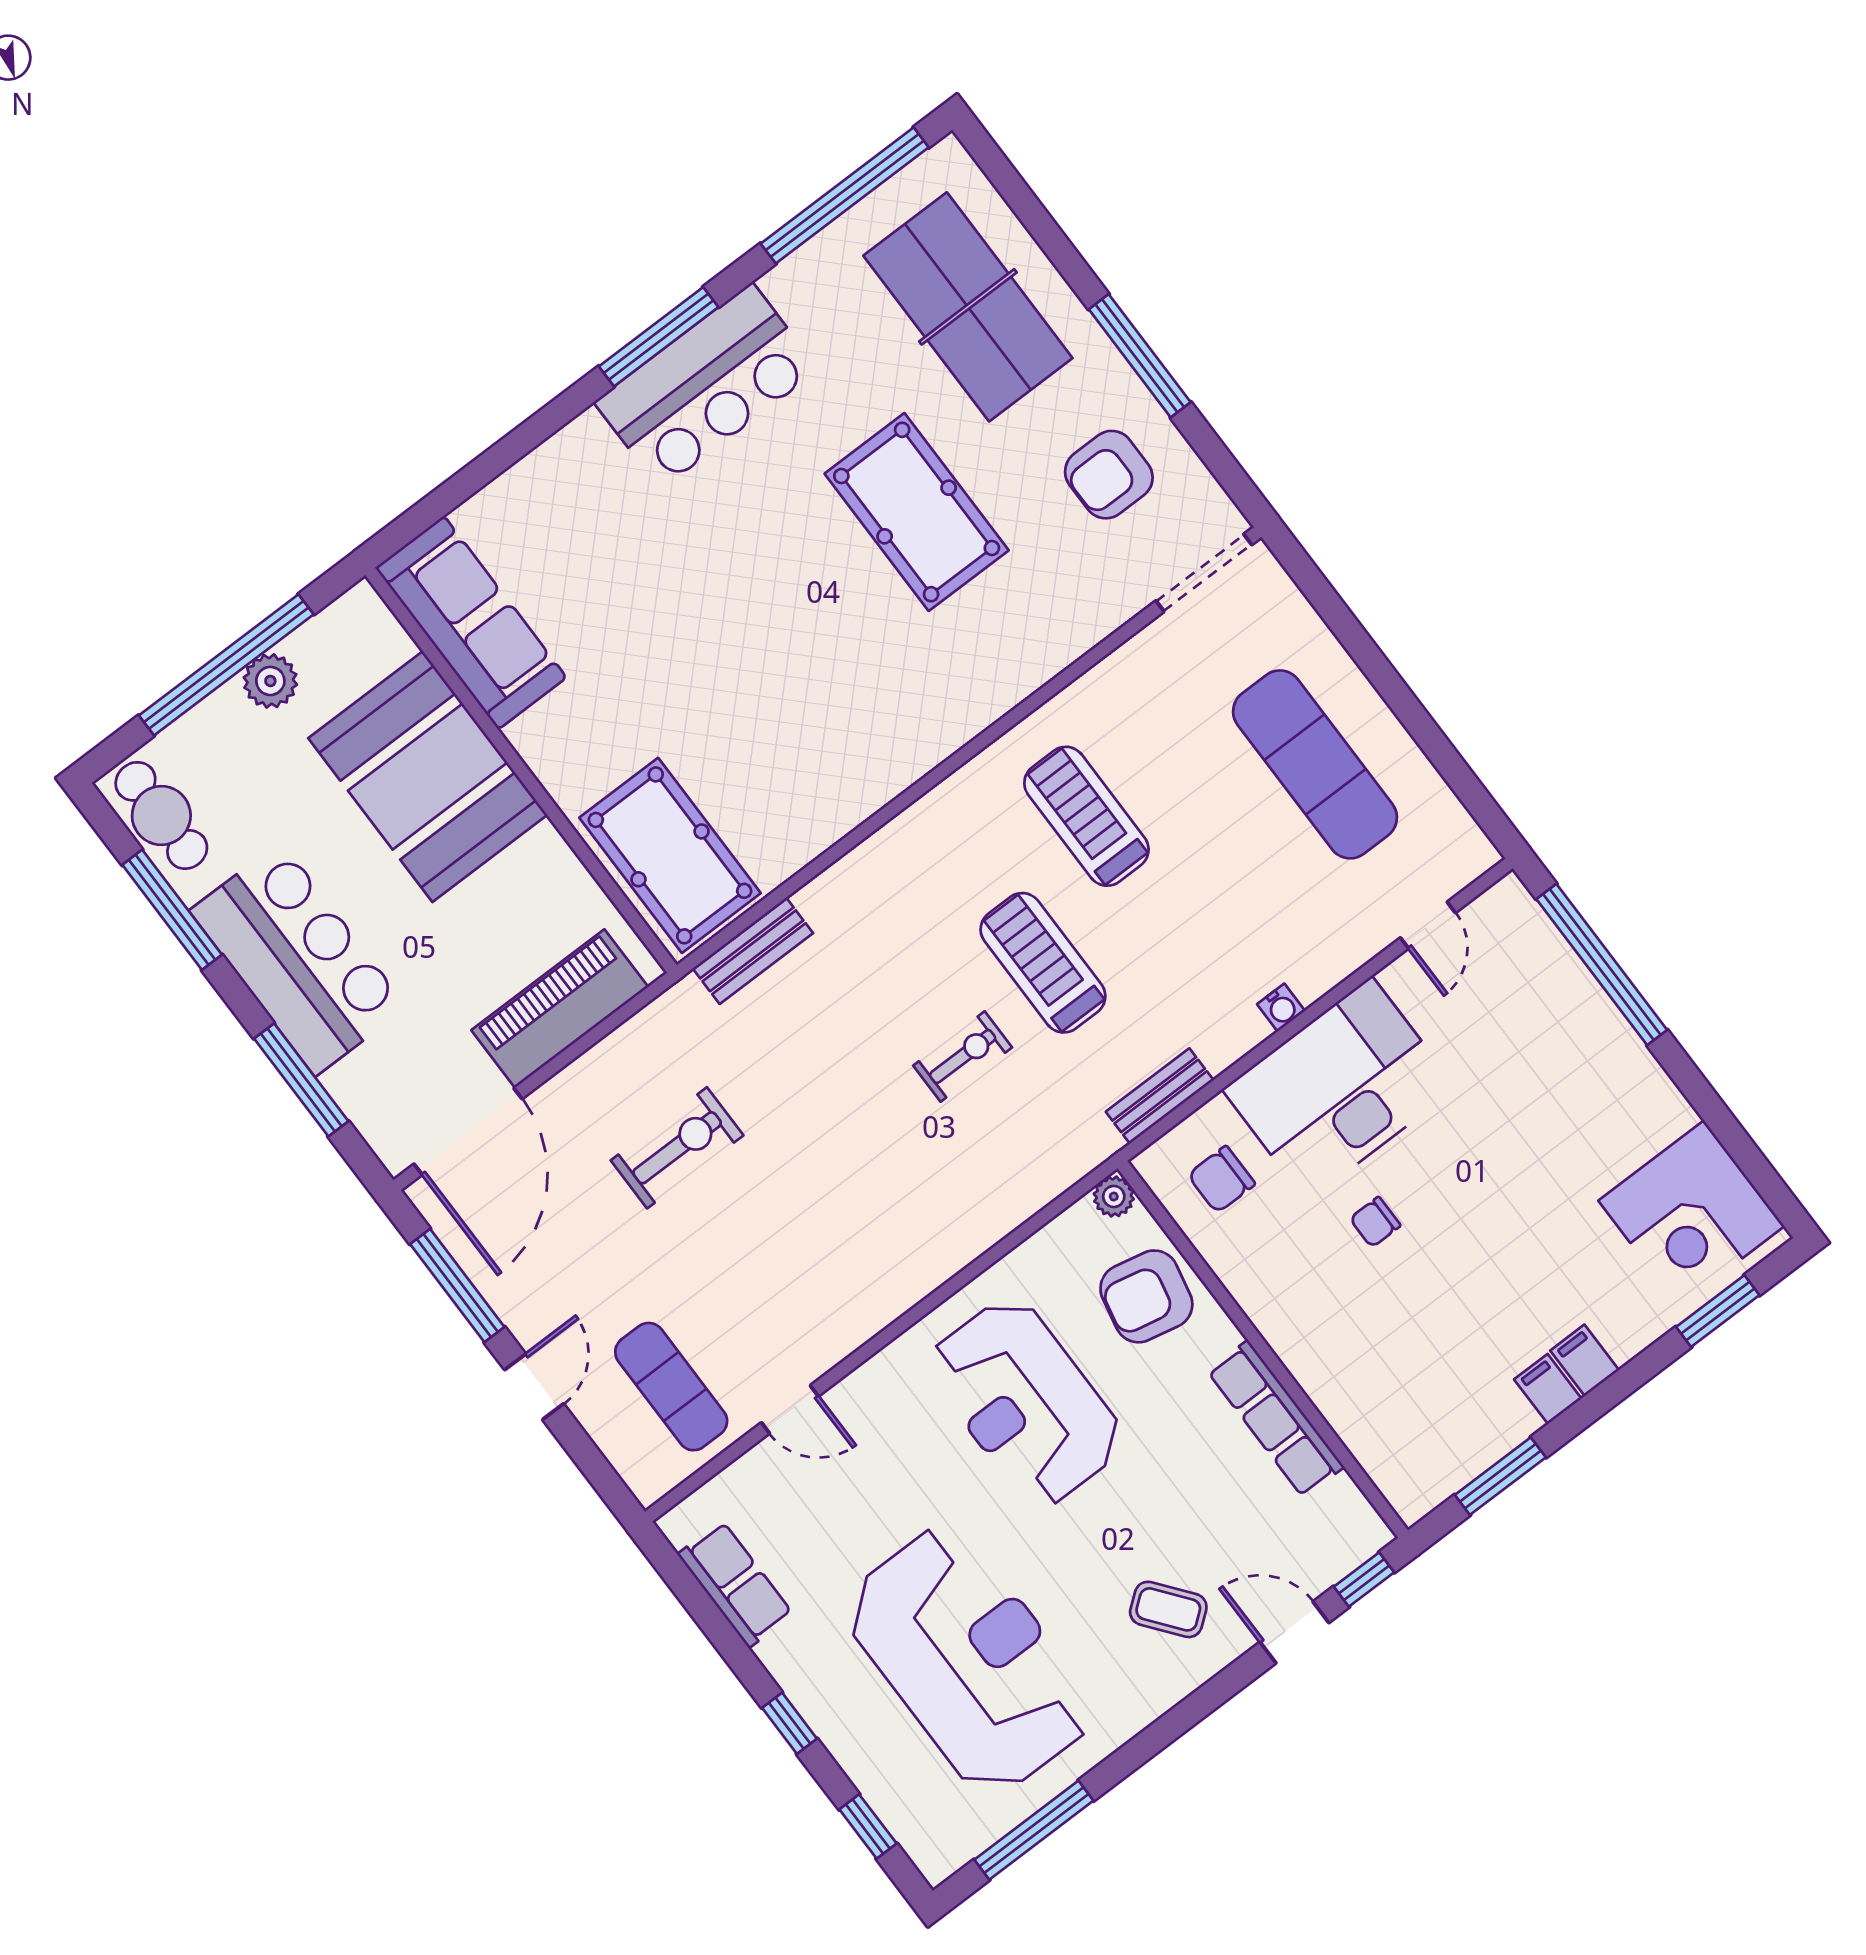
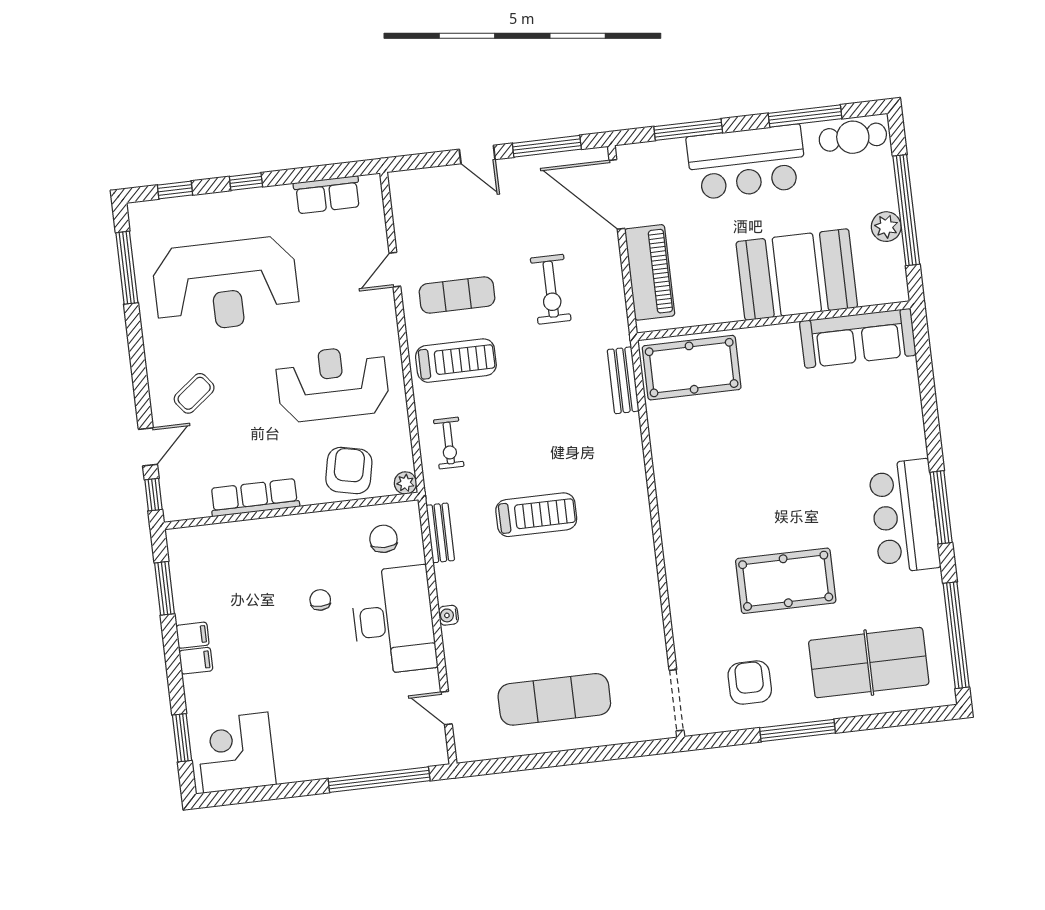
treadmill: (1086, 816) -> (456, 361), moved
exercise bike: (963, 1057) -> (449, 443), moved
exercise mat: (671, 1387) -> (457, 295), moved

